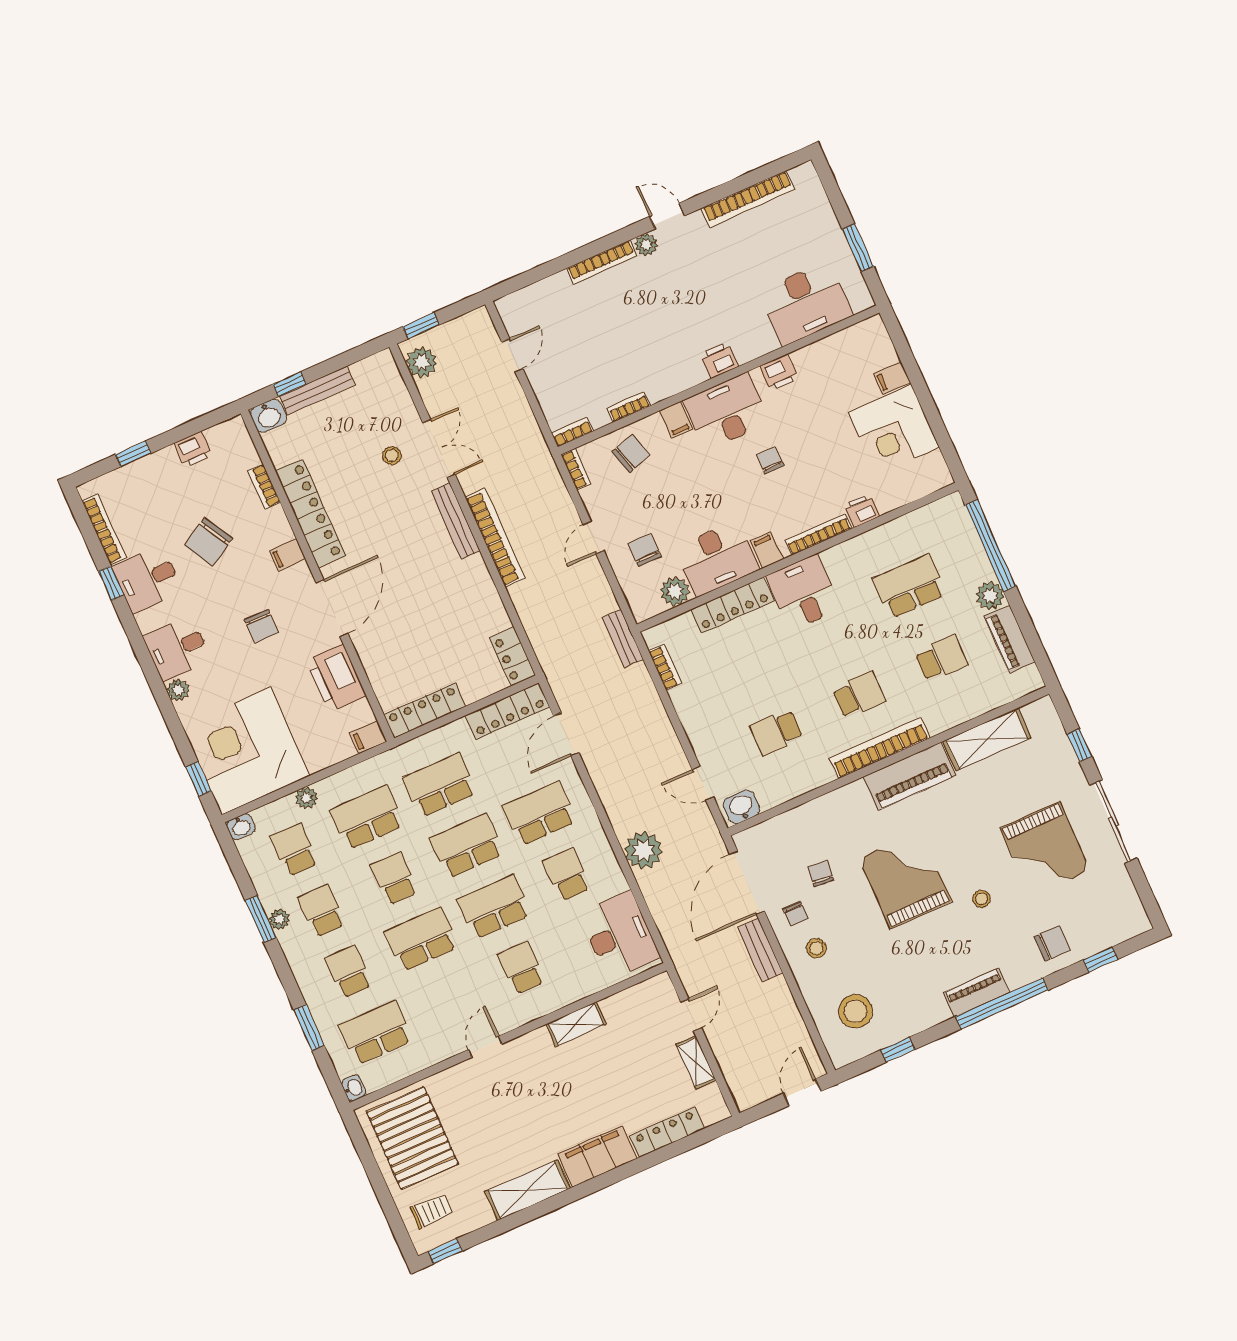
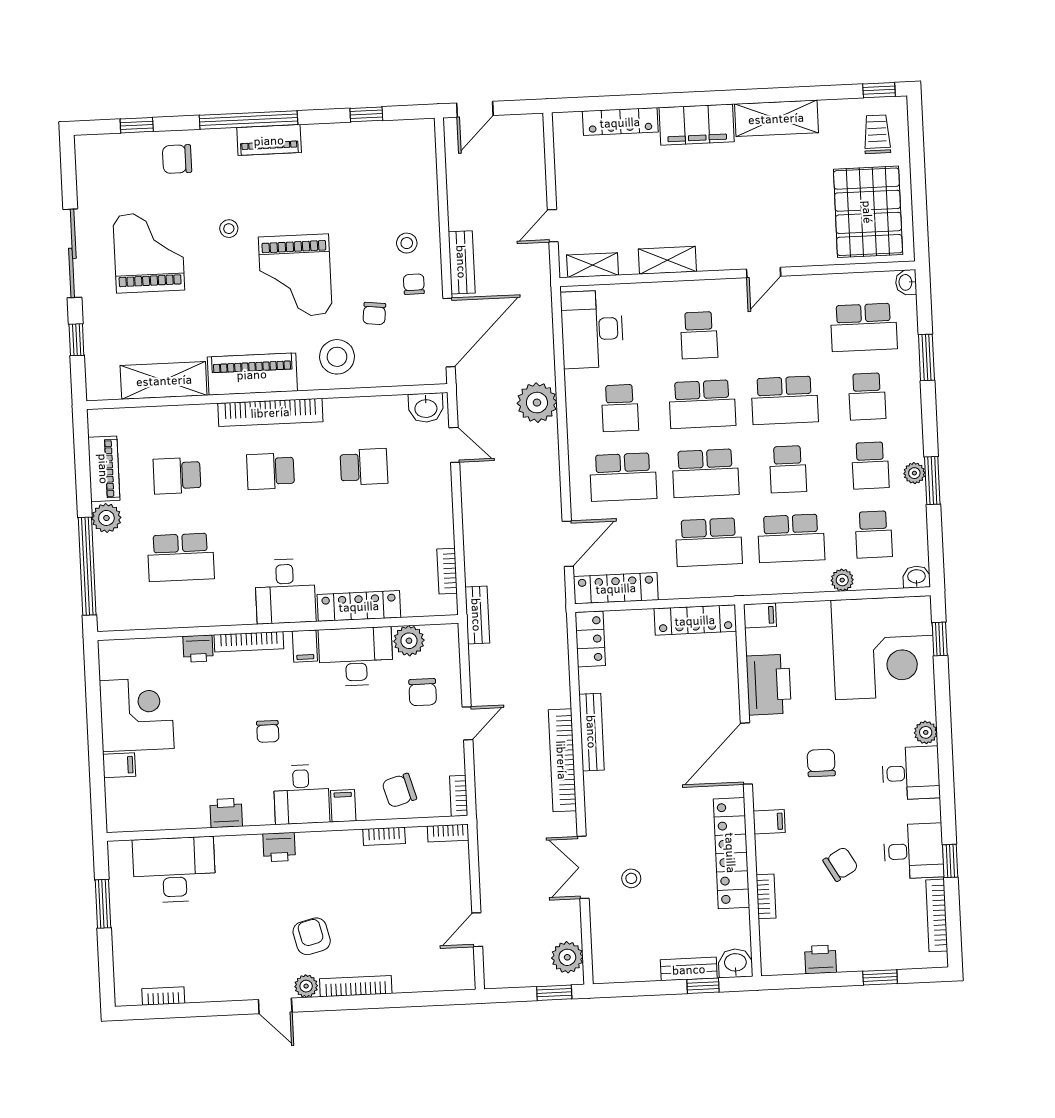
bookcase: (748, 199) -> (163, 996), width x0.43, depth x0.76
armchair: (659, 291) -> (312, 936), added
bench: (317, 390) -> (689, 969), width x0.73
desk: (727, 411) -> (301, 794), width x0.73
bench: (456, 521) -> (592, 732), moved
chair: (209, 542) -> (841, 864), width x0.73, depth x0.73
stool: (855, 1011) -> (337, 357), moved
shelving: (696, 1062) -> (593, 265), moved, turned 90
trolley: (432, 1211) -> (877, 134), turned 90

